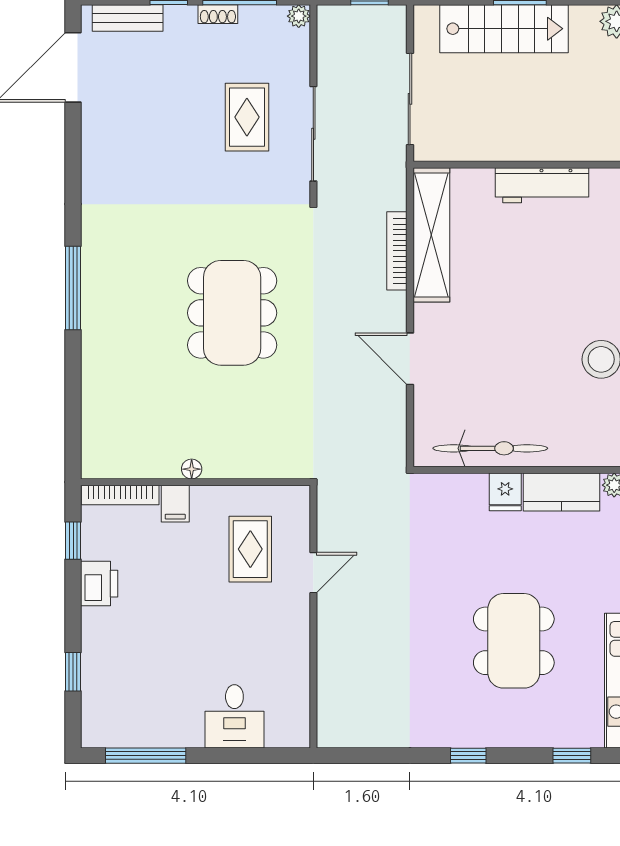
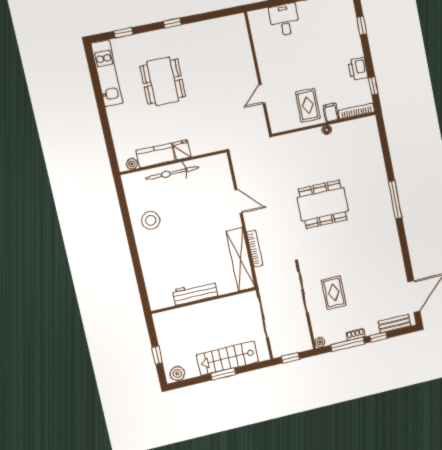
dining table: (232, 313) -> (323, 204), turned 90
bicycle: (490, 448) -> (172, 173), moved
rug: (250, 549) -> (308, 105), moved

